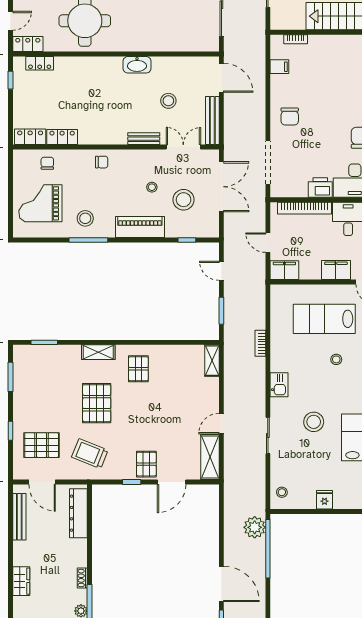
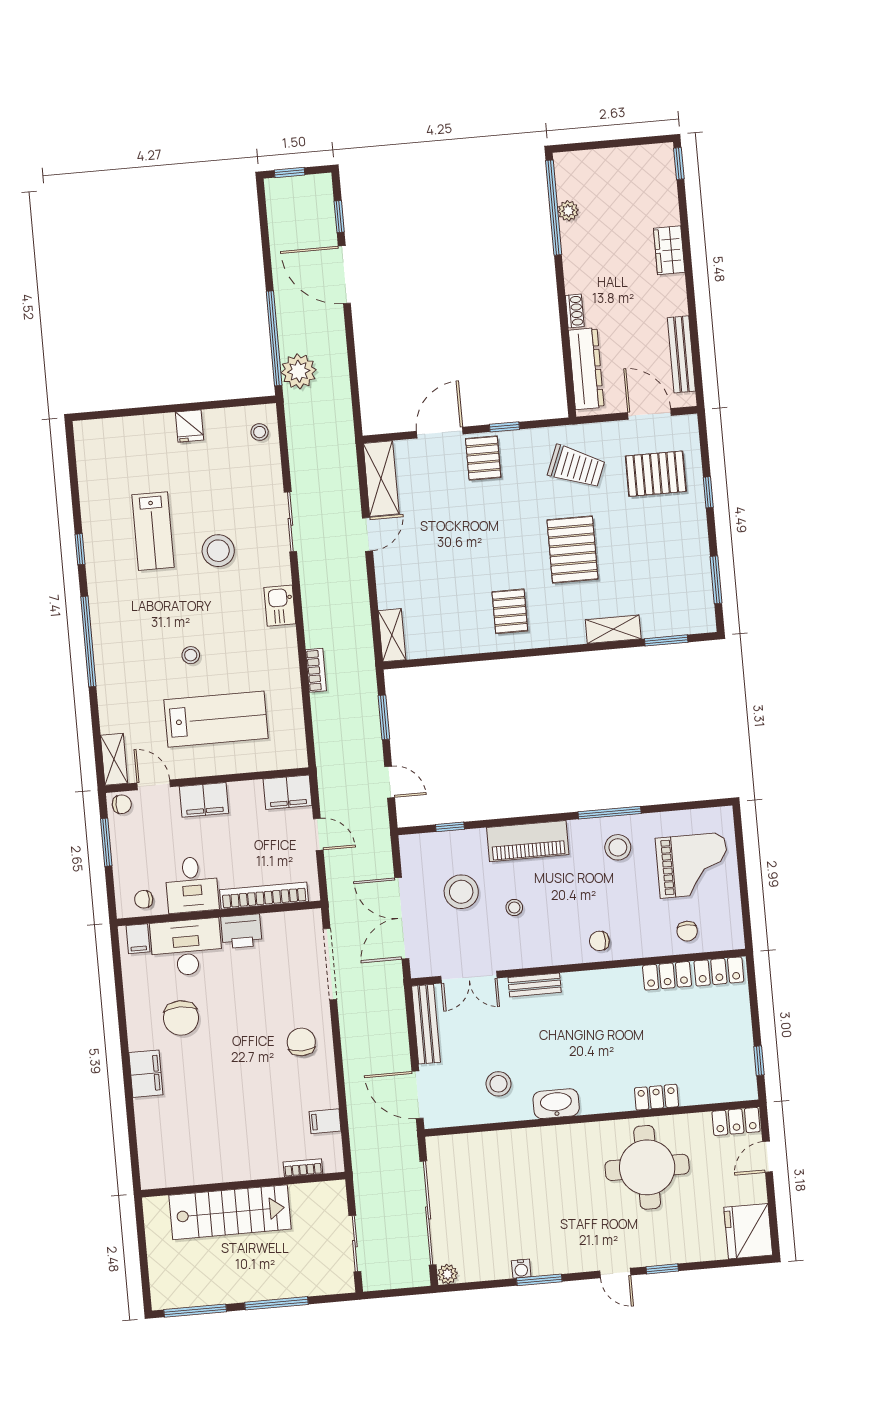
locker: (40, 63) -> (656, 1097), moved
stool: (168, 101) -> (498, 1084), moved
shelving: (98, 352) -> (613, 629), moved
shoe rack: (82, 578) -> (575, 311), moved

